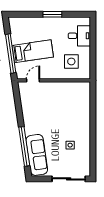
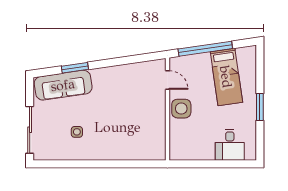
bed: (33, 51) -> (226, 77), moved
side table: (71, 61) -> (181, 109), moved
window: (24, 146) -> (75, 68), width x0.47

